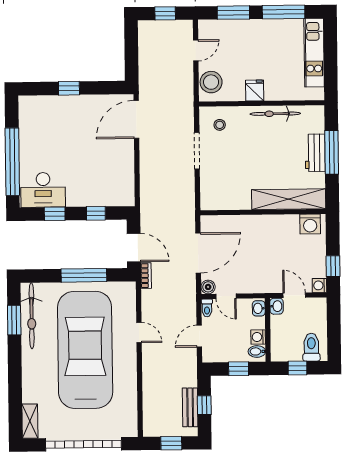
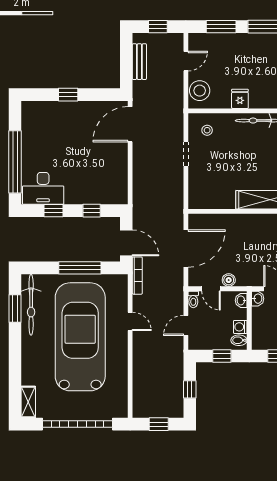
doorway: (197, 151) -> (186, 154), width x0.73
bookcase: (146, 276) -> (137, 276), width x1.56
boiler: (208, 287) -> (229, 280), moved
bench: (190, 407) -> (139, 62), moved

